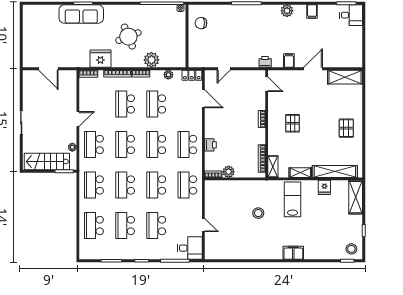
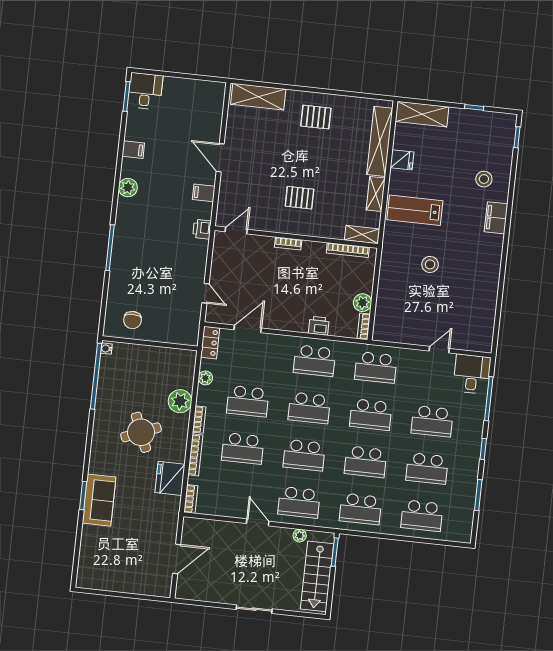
sofa: (81, 14) -> (99, 500), width x0.73
shelving: (345, 77) -> (258, 97), moved, turned 90
stool: (351, 249) -> (484, 179), moved

